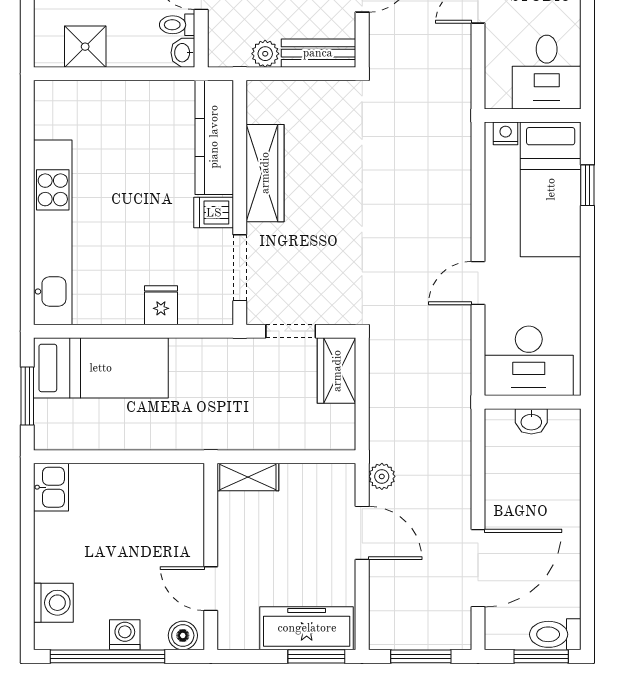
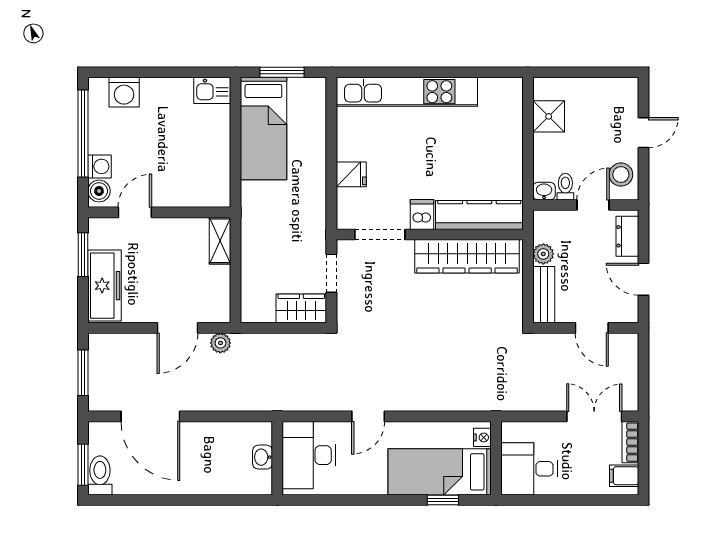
wardrobe: (265, 173) -> (467, 256), width x1.40, depth x1.17
door: (478, 283) -> (368, 416), swing flipped
bed: (101, 368) -> (263, 128), moved
washing machine: (125, 635) -> (100, 166), moved
window: (316, 656) -> (83, 255), moved

